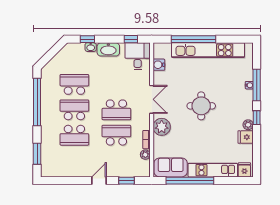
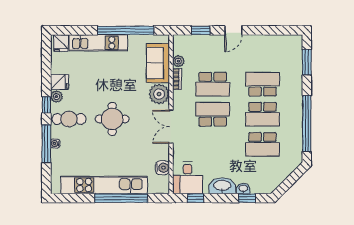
cafe table: (238, 106) -> (69, 119), added
sofa: (171, 167) -> (158, 63), moved, turned 90

